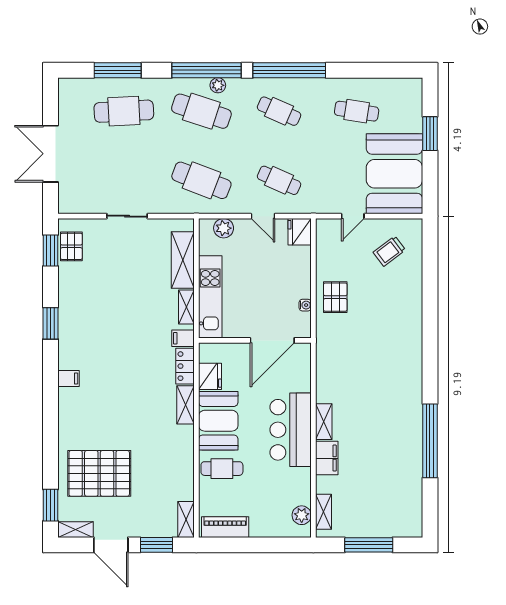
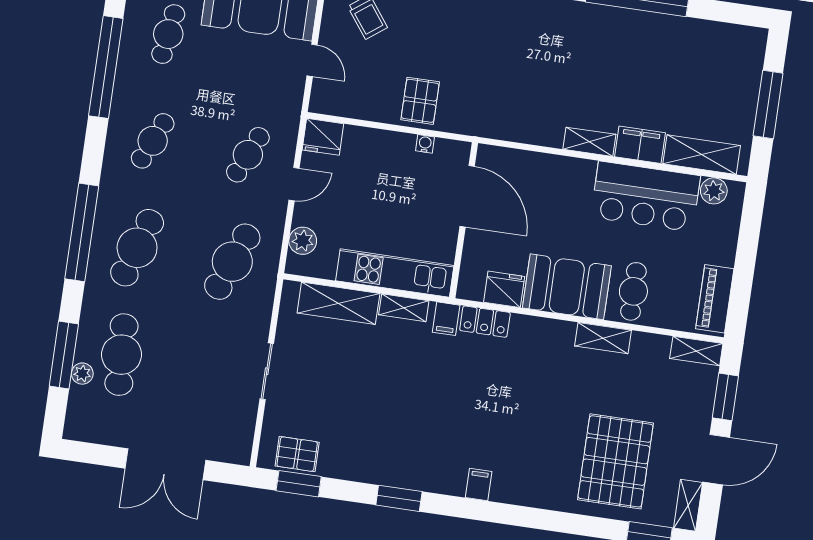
window: (289, 70) -> (106, 67), moved
plant: (218, 85) -> (82, 374), moved
pallet: (335, 297) -> (420, 101), turned 90
shelving: (185, 405) -> (603, 338), moved
bar counter: (291, 430) -> (646, 196), moved
shelving: (324, 512) -> (702, 155), width x1.50, depth x1.33

